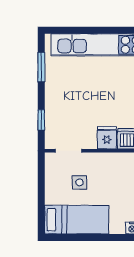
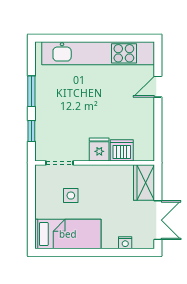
window: (41, 67) -> (31, 91), moved

